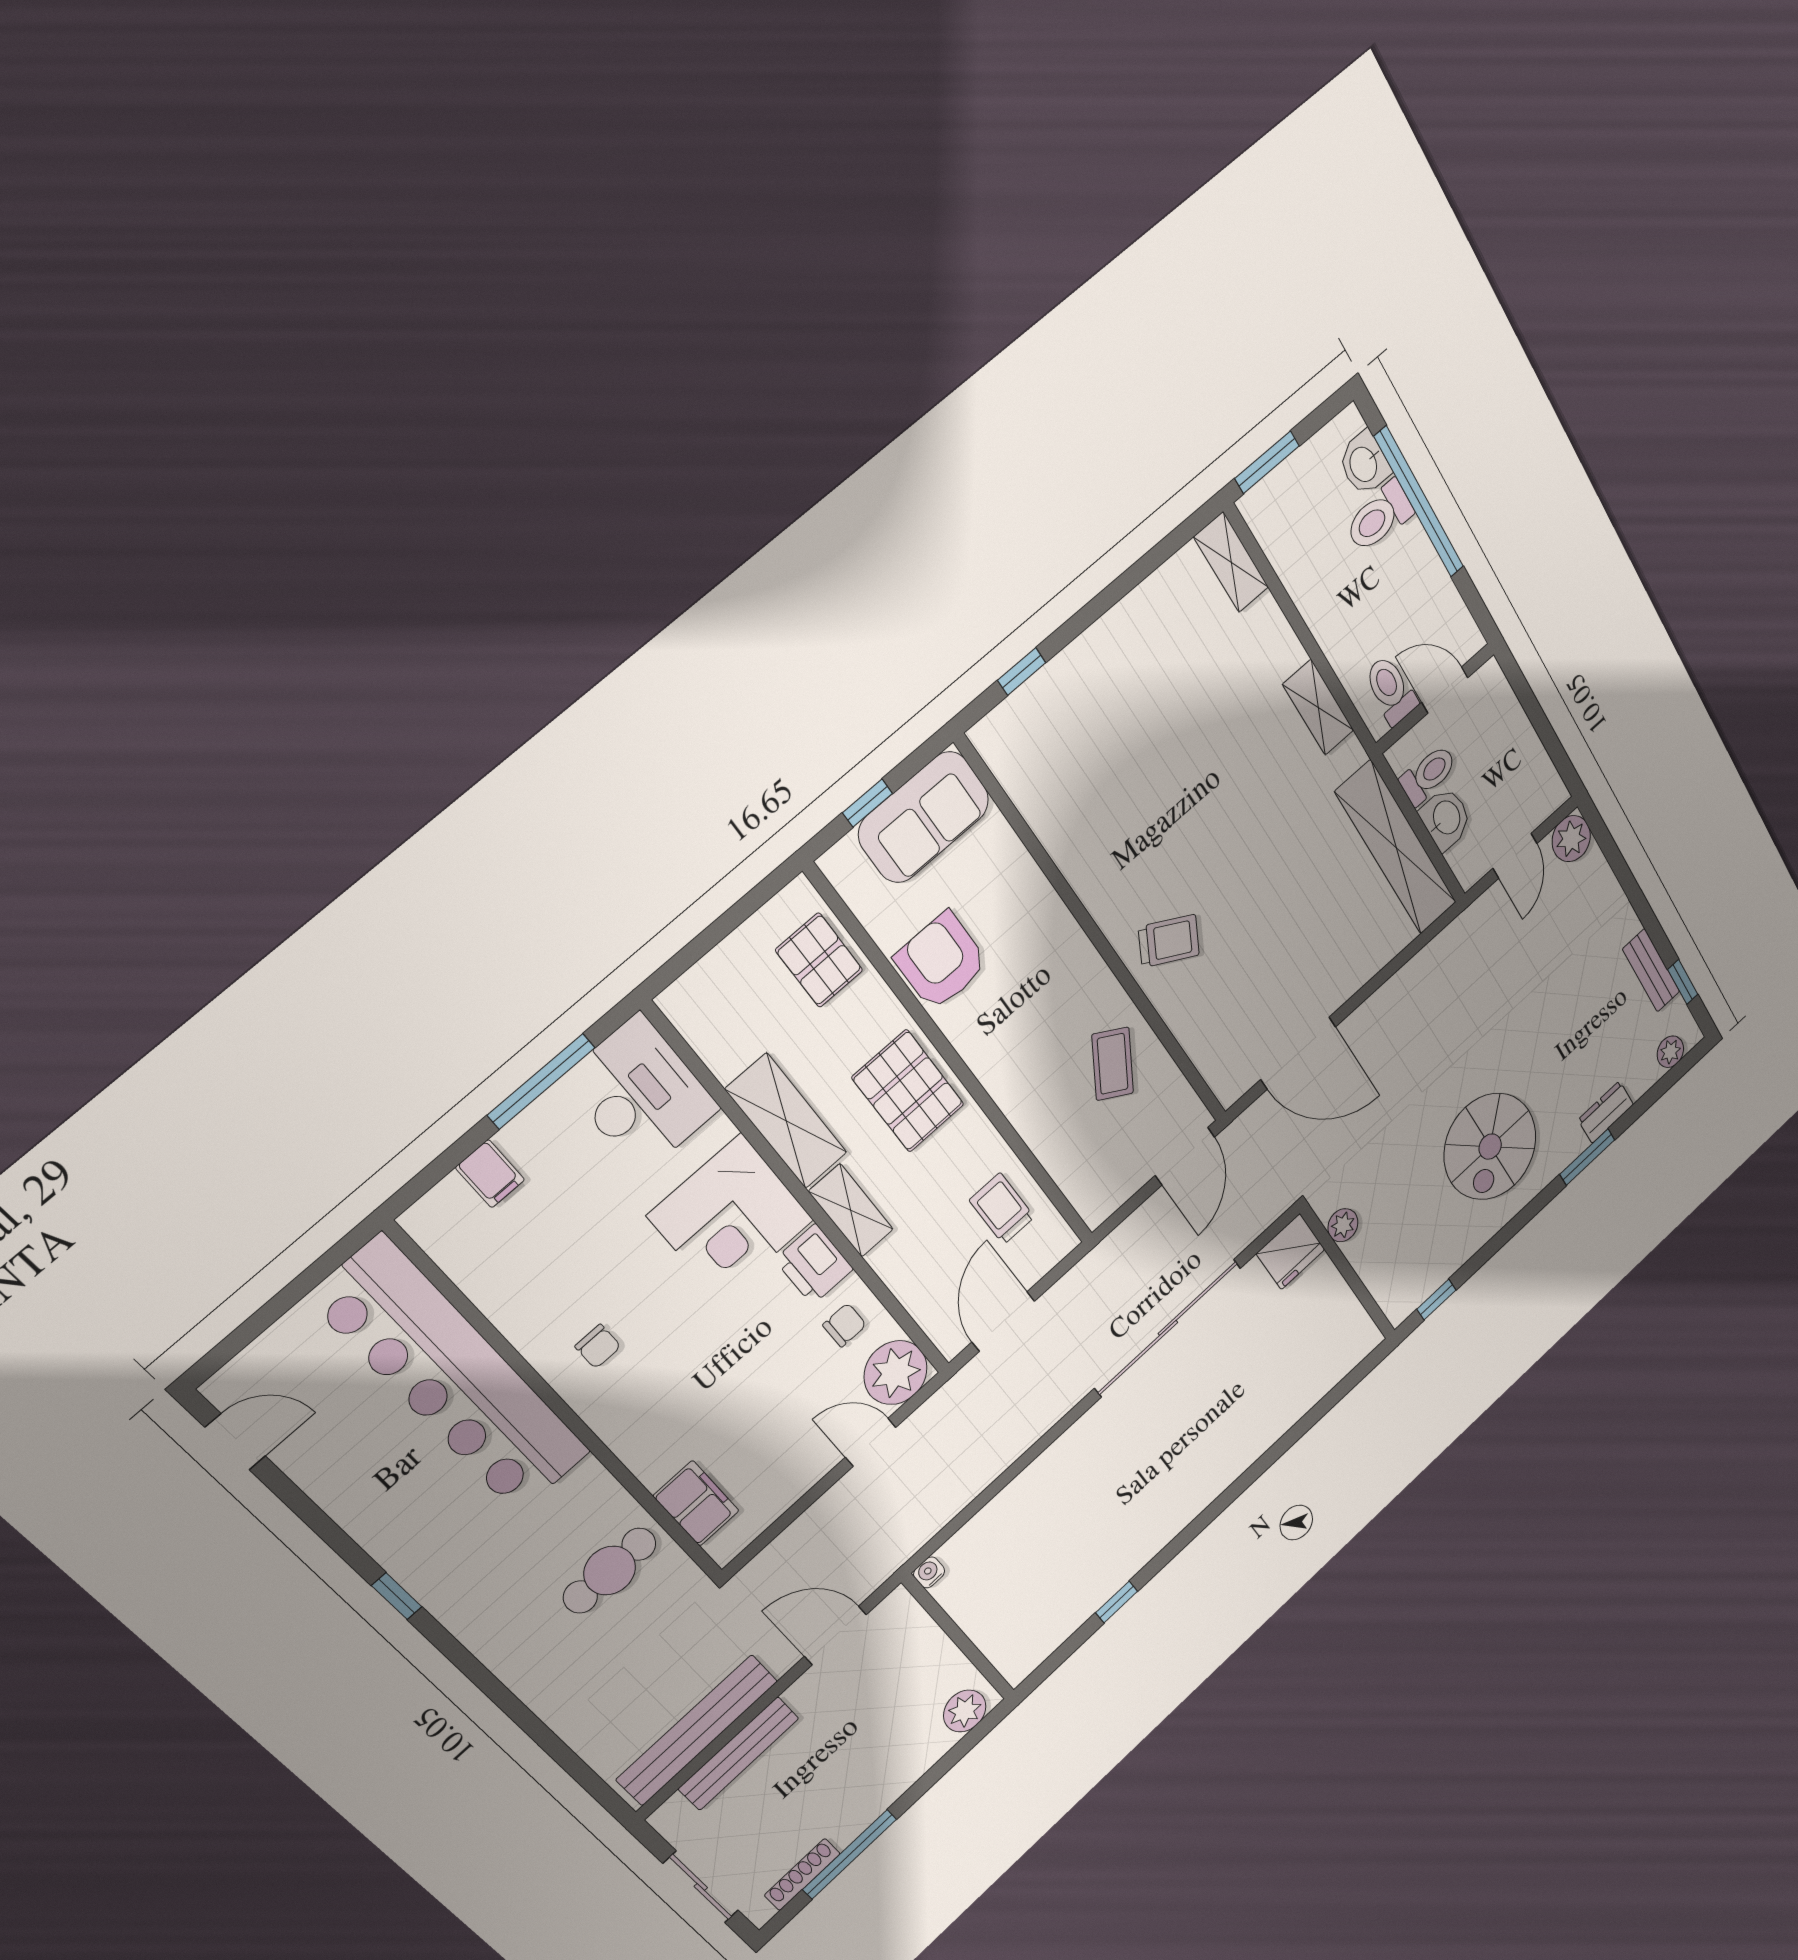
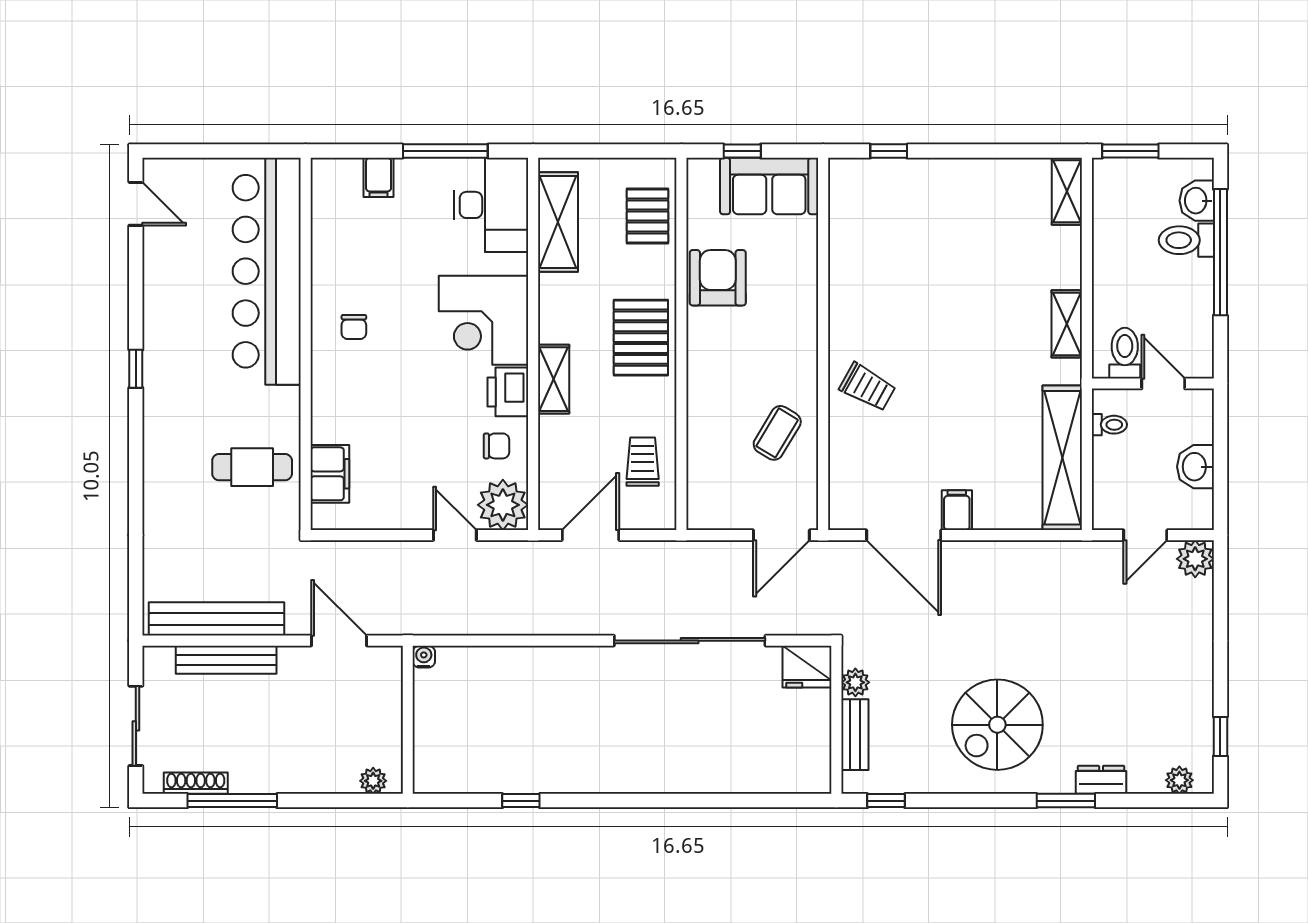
toilet: (1428, 775) -> (1109, 425), width x0.73, depth x0.72
washbasin: (1446, 818) -> (1195, 467), moved, turned 180
bench: (1651, 970) -> (855, 735), moved
filing cabinet: (1331, 985) -> (957, 510), added
shelving: (786, 1121) -> (558, 222), moved
plant: (965, 1711) -> (373, 781), width x0.73, depth x0.73

